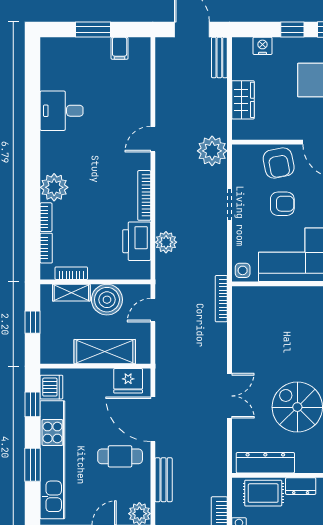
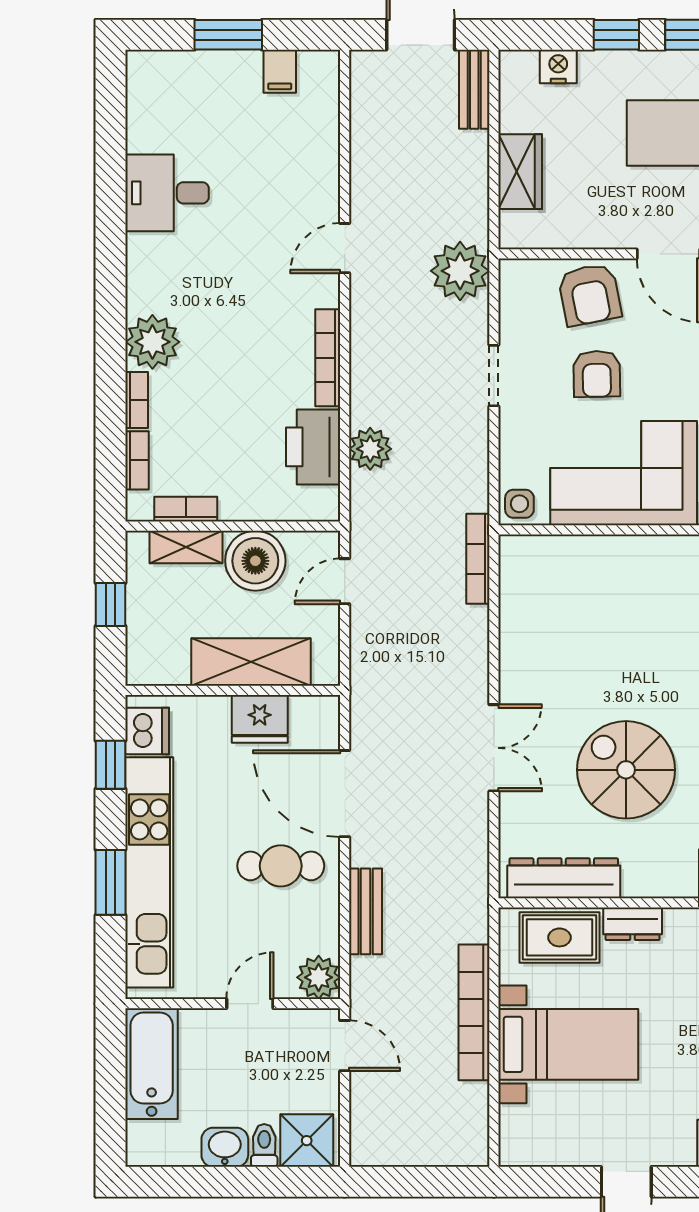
armchair: (282, 204) -> (597, 374), turned 89
fridge: (128, 381) -> (260, 719), moved

